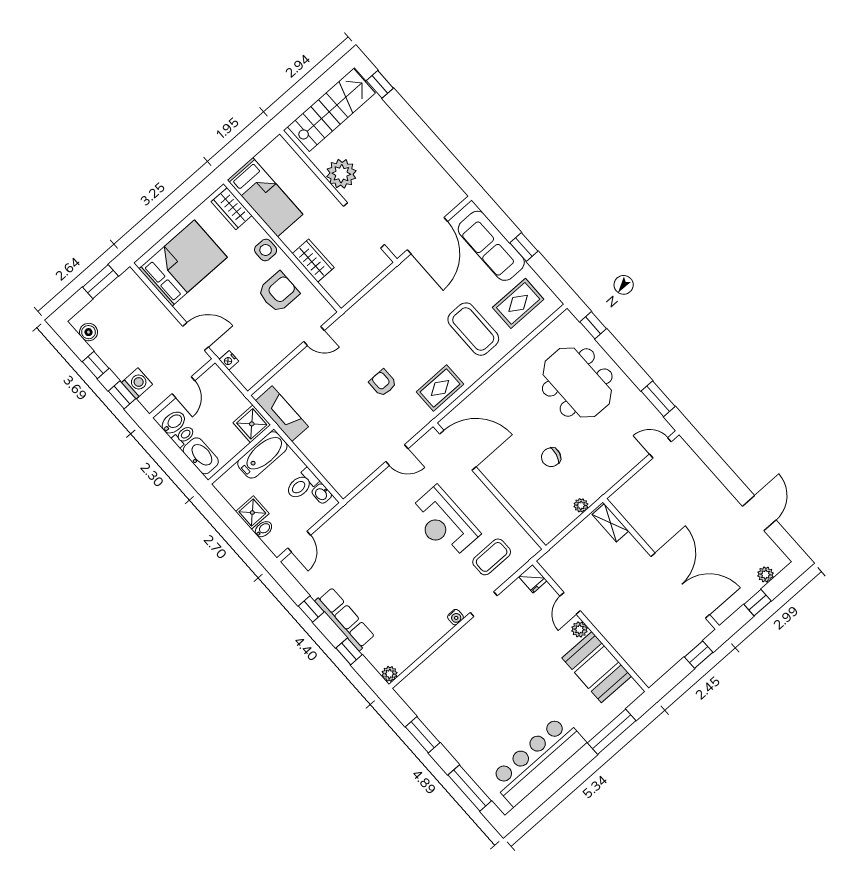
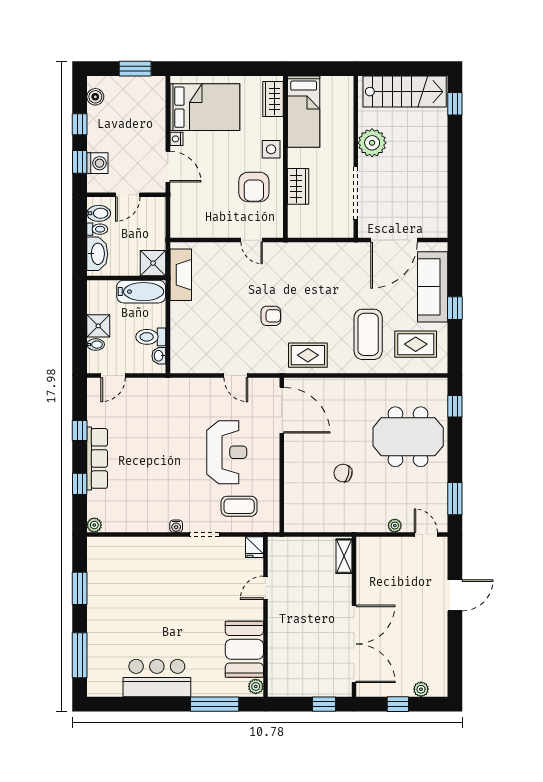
armchair: (278, 292) -> (254, 187), turned 90
nightstand: (229, 360) -> (177, 139), moved
meeting table: (577, 382) -> (408, 437), turned 90
armchair: (383, 383) -> (271, 316), turned 90
plant: (581, 505) -> (395, 526), moved
door: (759, 513) -> (455, 595), moved
reception desk: (444, 523) -> (227, 452), turned 180
plant: (579, 629) -> (256, 686), moved
bar counter: (537, 760) -> (157, 678), width x0.73

